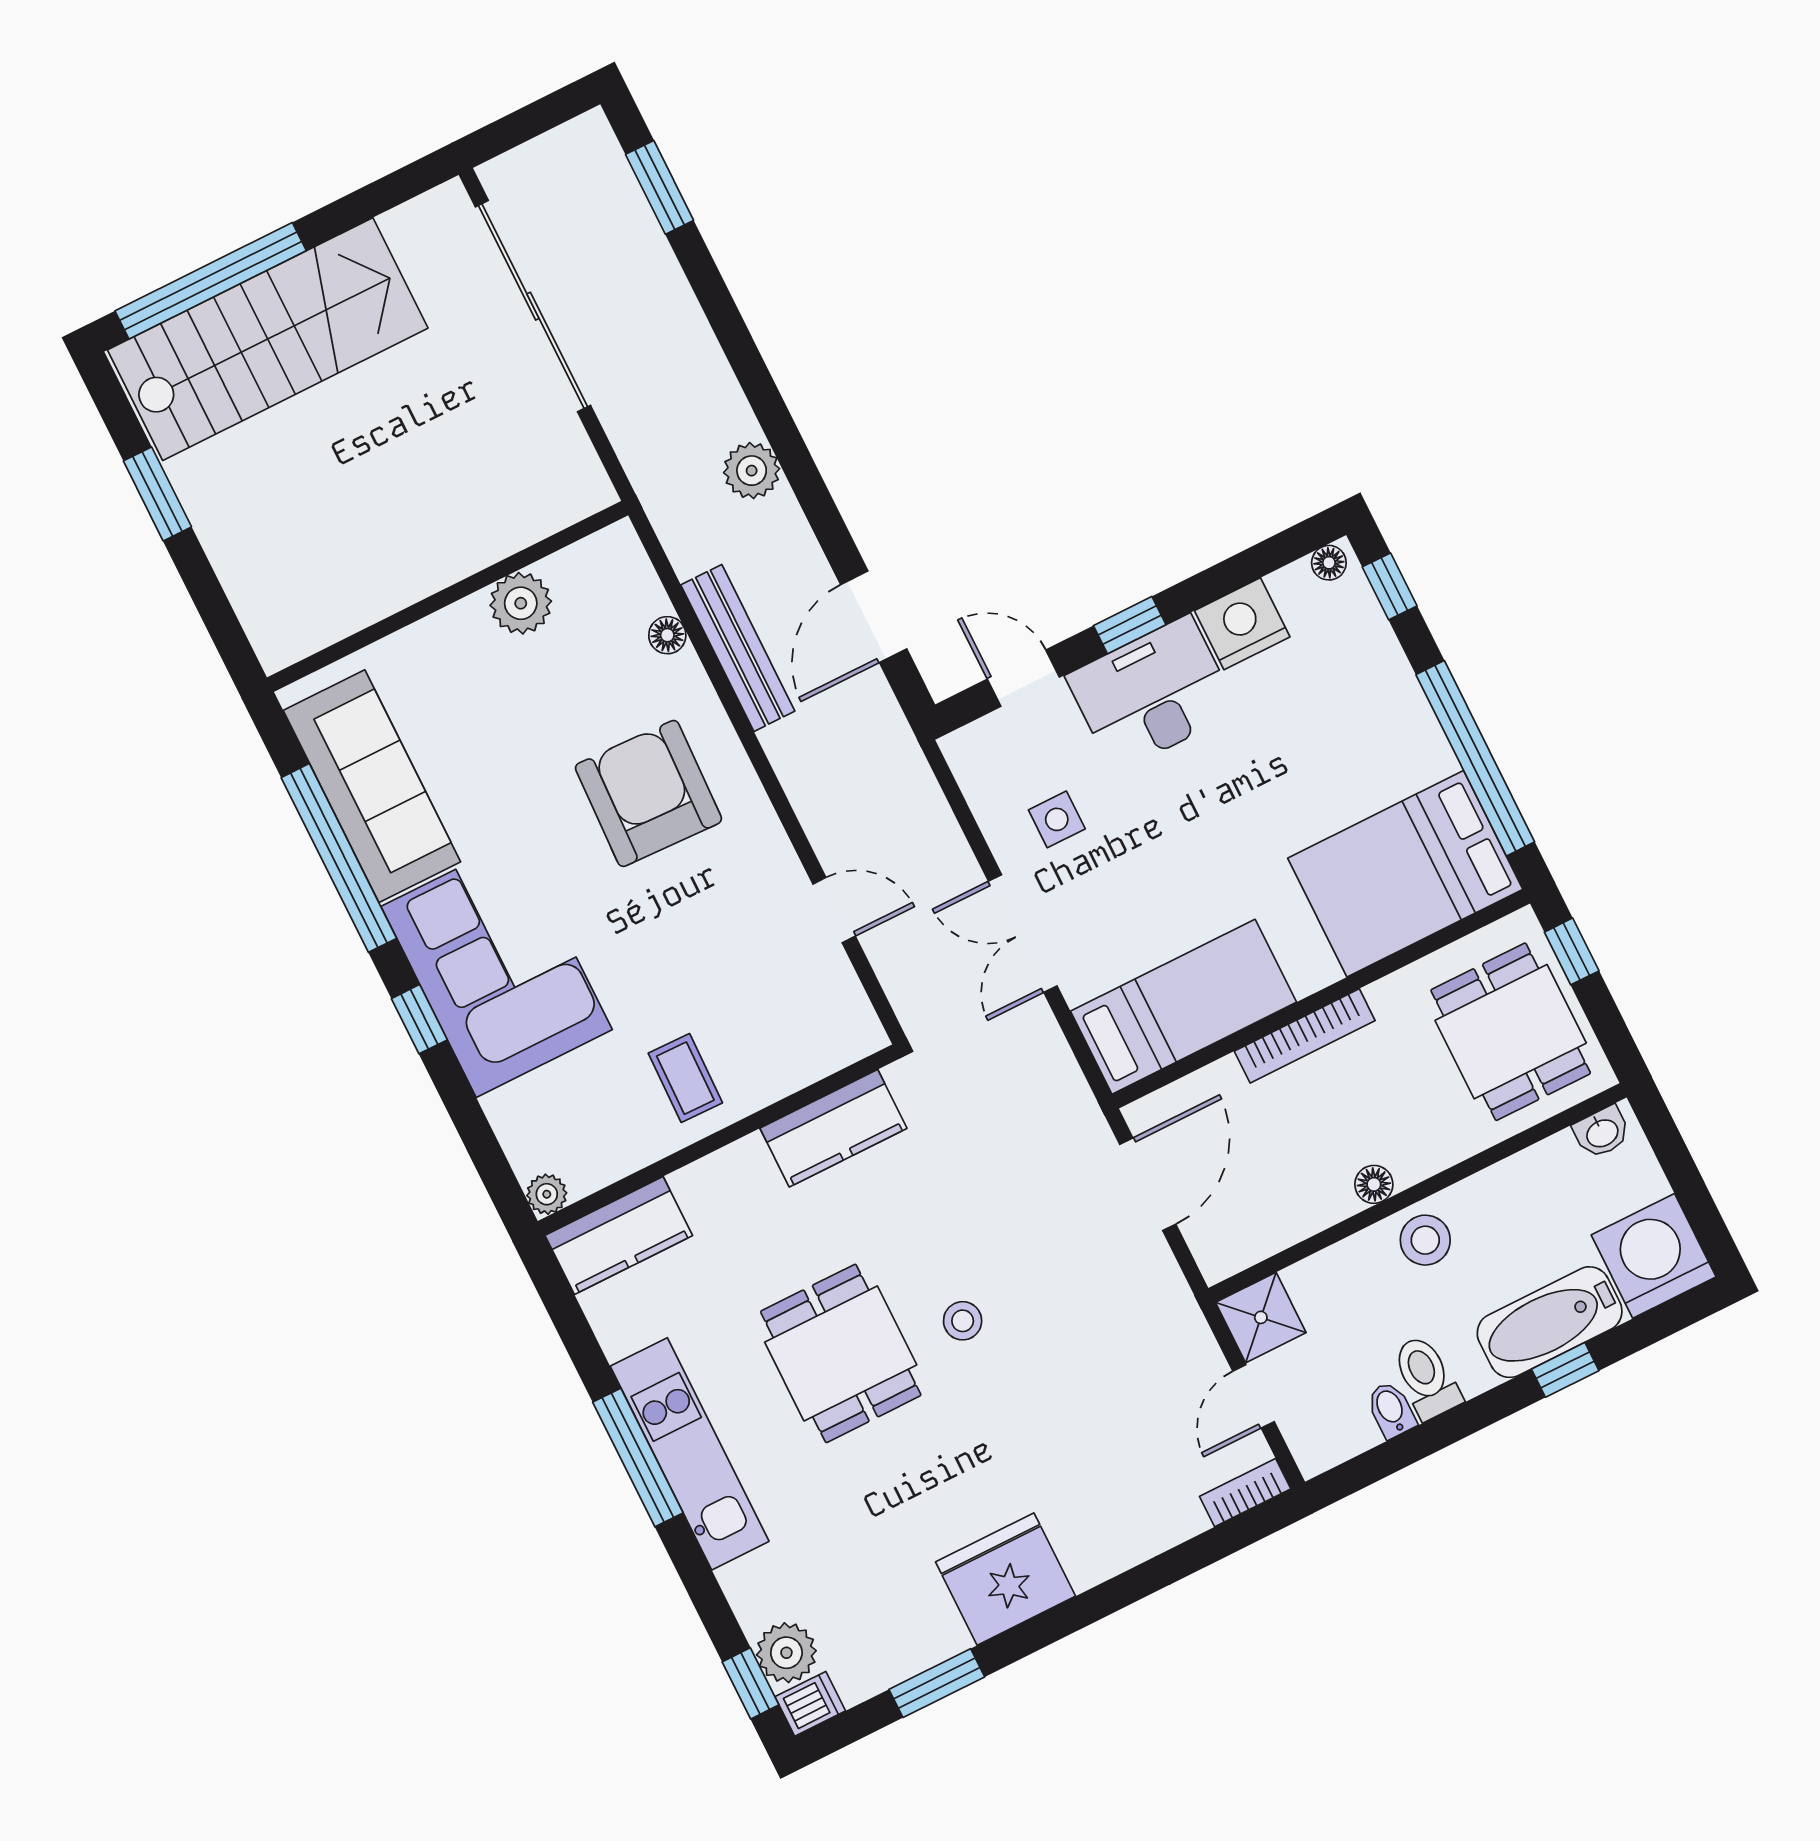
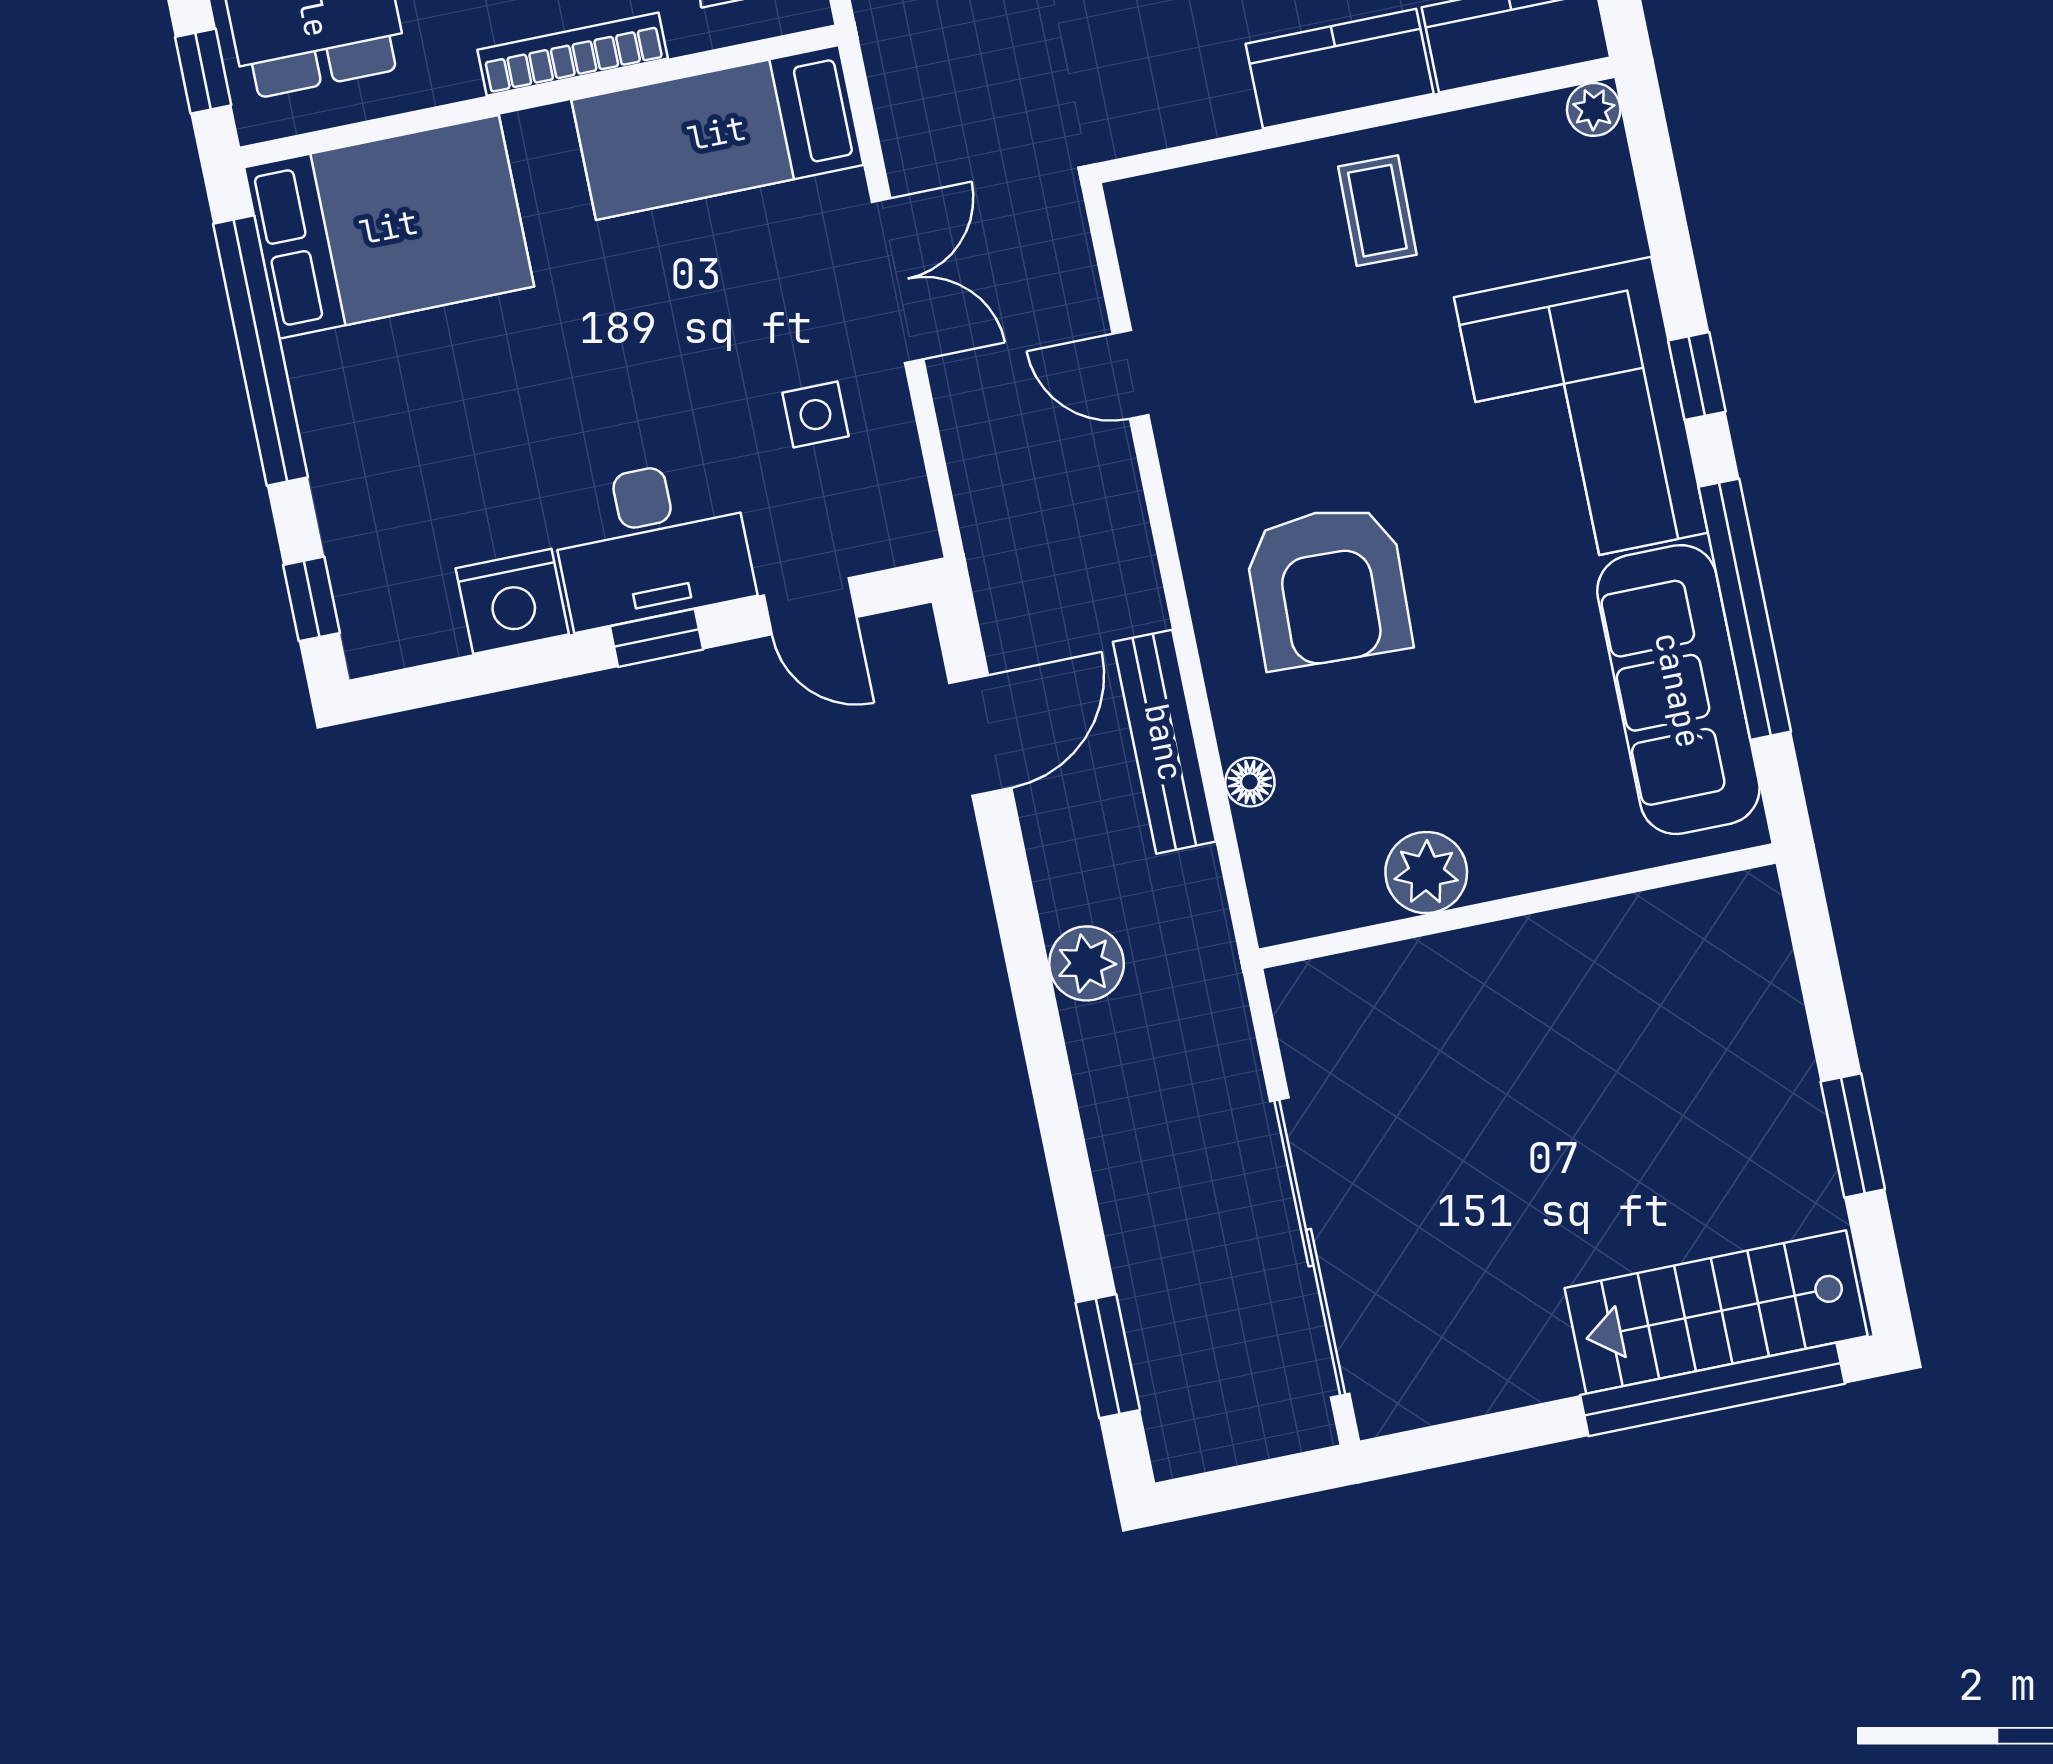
stairs: (268, 339) -> (1716, 1312), width x0.73, depth x0.66
floor lamp: (1329, 563) -> (381, 650), removed
kitchen counter: (833, 1128) -> (1340, 69), moved

